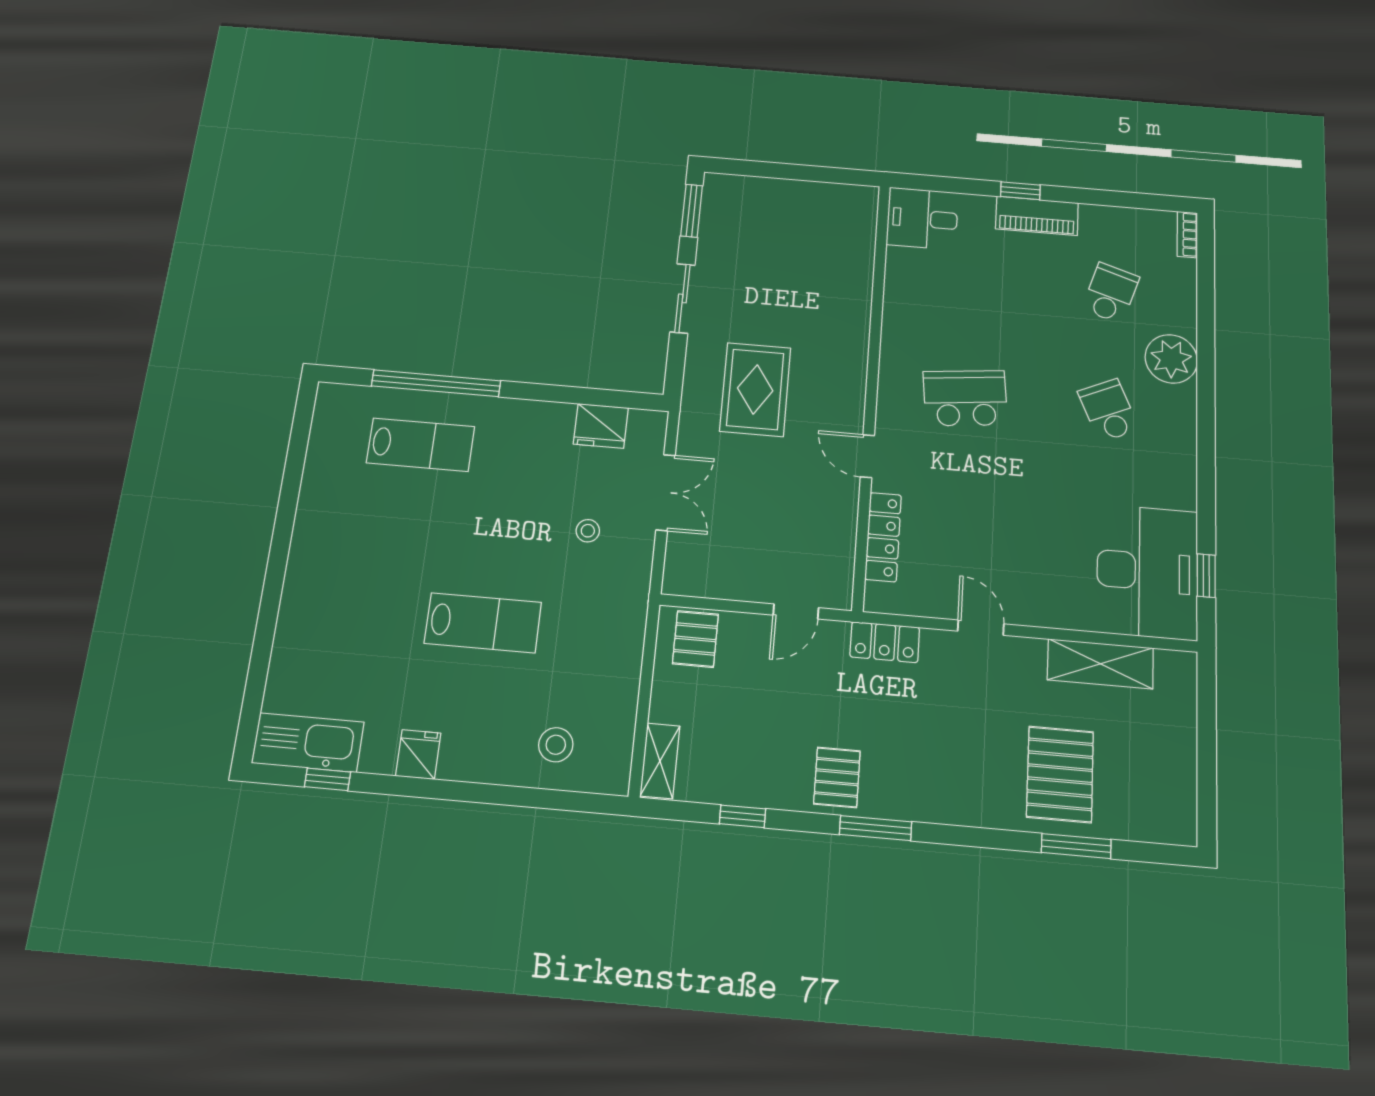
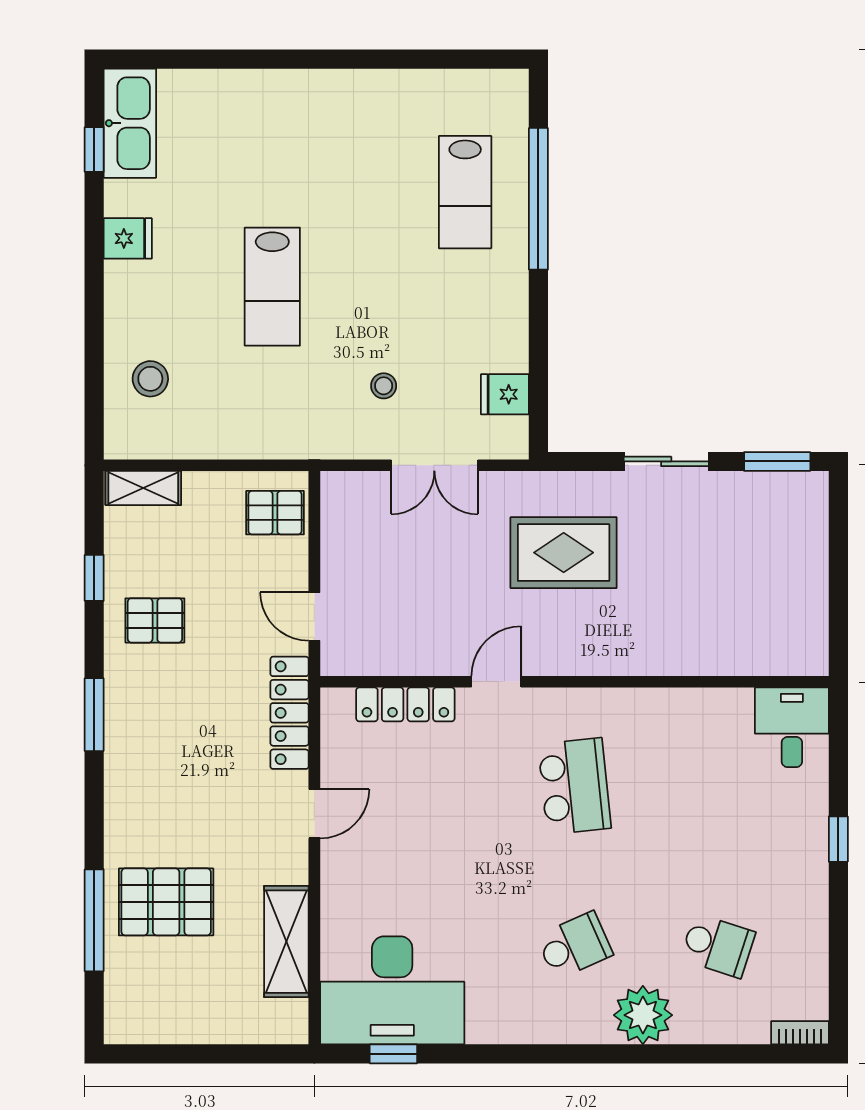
piano: (1037, 216) -> (808, 859), removed
fridge: (601, 426) -> (505, 394), width x0.72
locker: (885, 642) -> (289, 713), width x1.53
pallet: (837, 777) -> (155, 620), moved
window: (1076, 846) -> (94, 920), width x1.44

